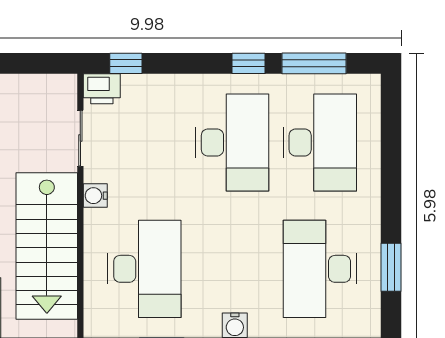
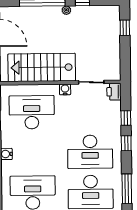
window: (126, 63) -> (126, 118), moved
window: (248, 63) -> (126, 143), moved
desk: (144, 269) -> (32, 112), turned 180

